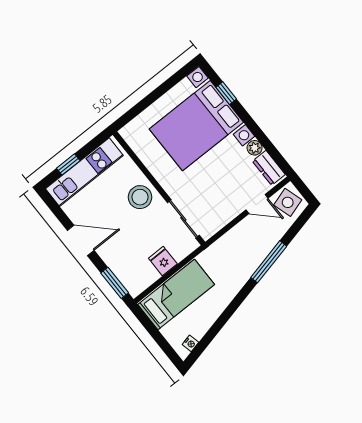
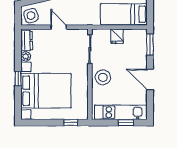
window: (226, 93) -> (18, 79), moved
window: (135, 111) -> (71, 123), added
door: (257, 204) -> (59, 27), moved

